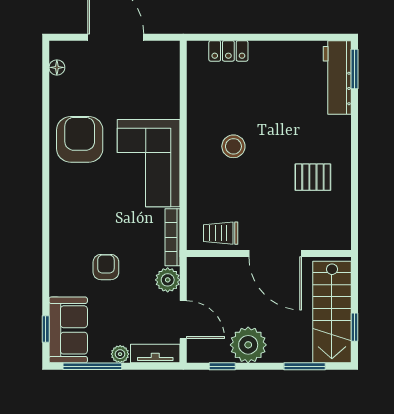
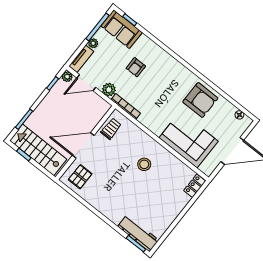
locker: (228, 51) -> (195, 186), moved
corner sofa: (149, 163) -> (189, 139), moved
pallet: (313, 177) -> (80, 177), moved
armchair: (106, 267) -> (136, 67), turned 90
plant: (248, 345) -> (67, 77), moved, width x0.53, depth x0.53

